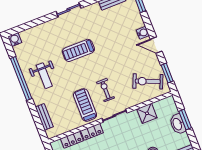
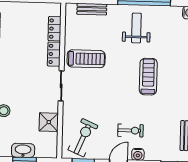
weight bench: (44, 76) -> (136, 28), turned 90
exercise bike: (106, 90) -> (130, 131), moved

